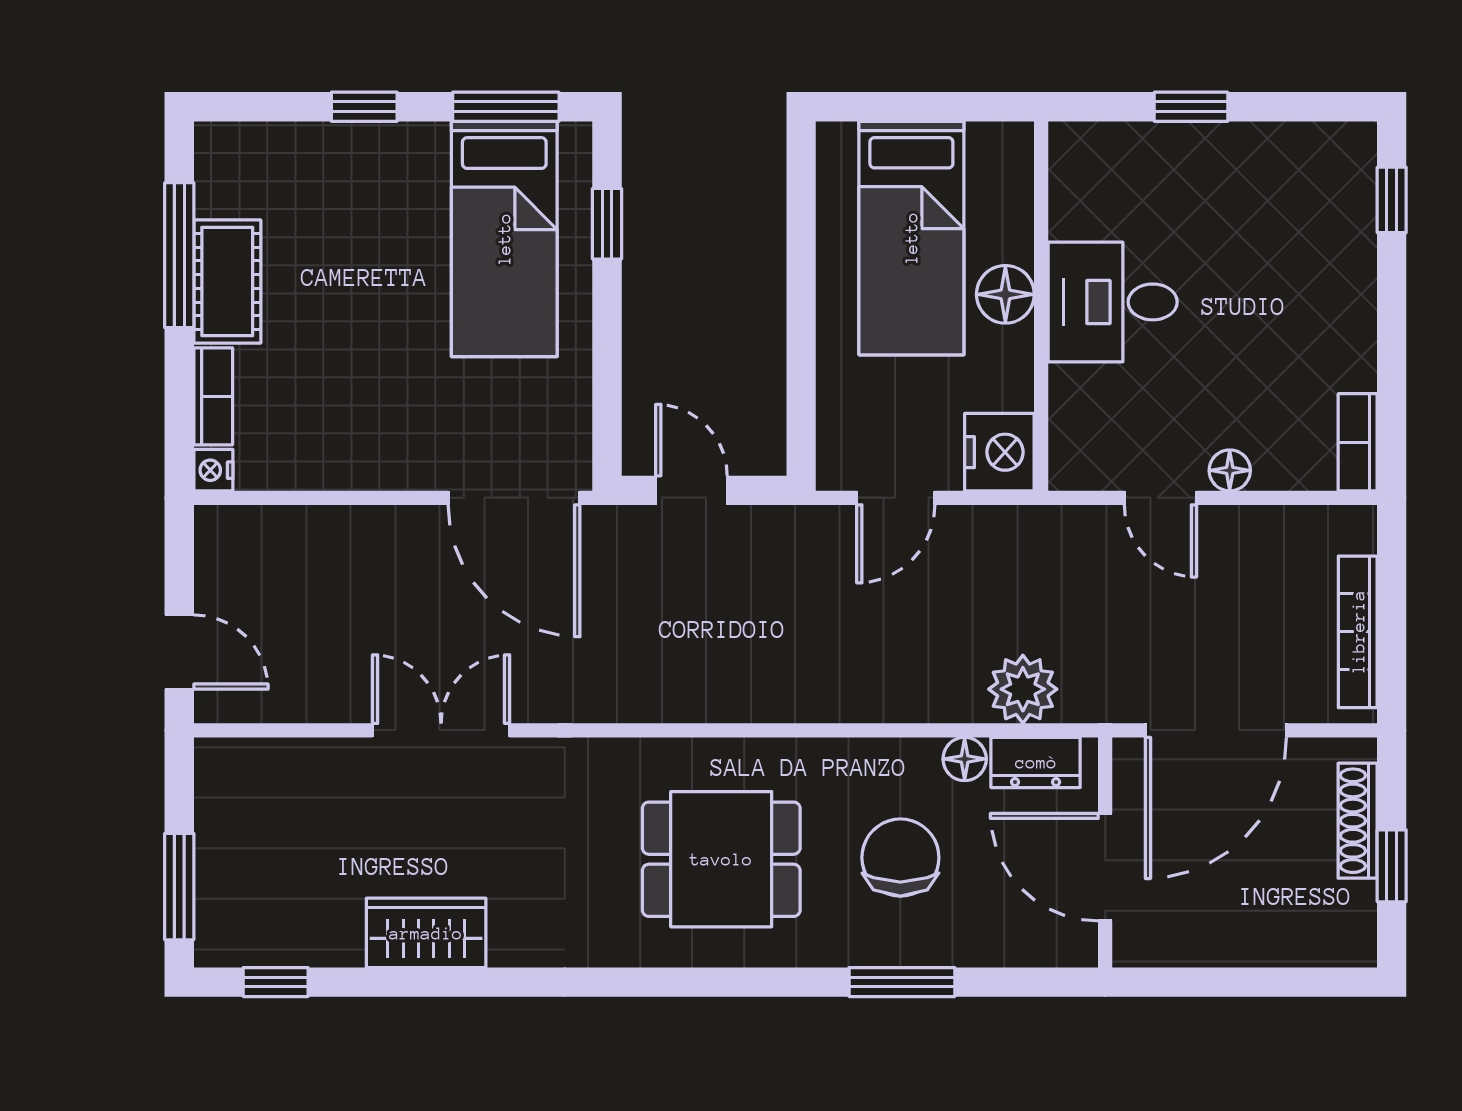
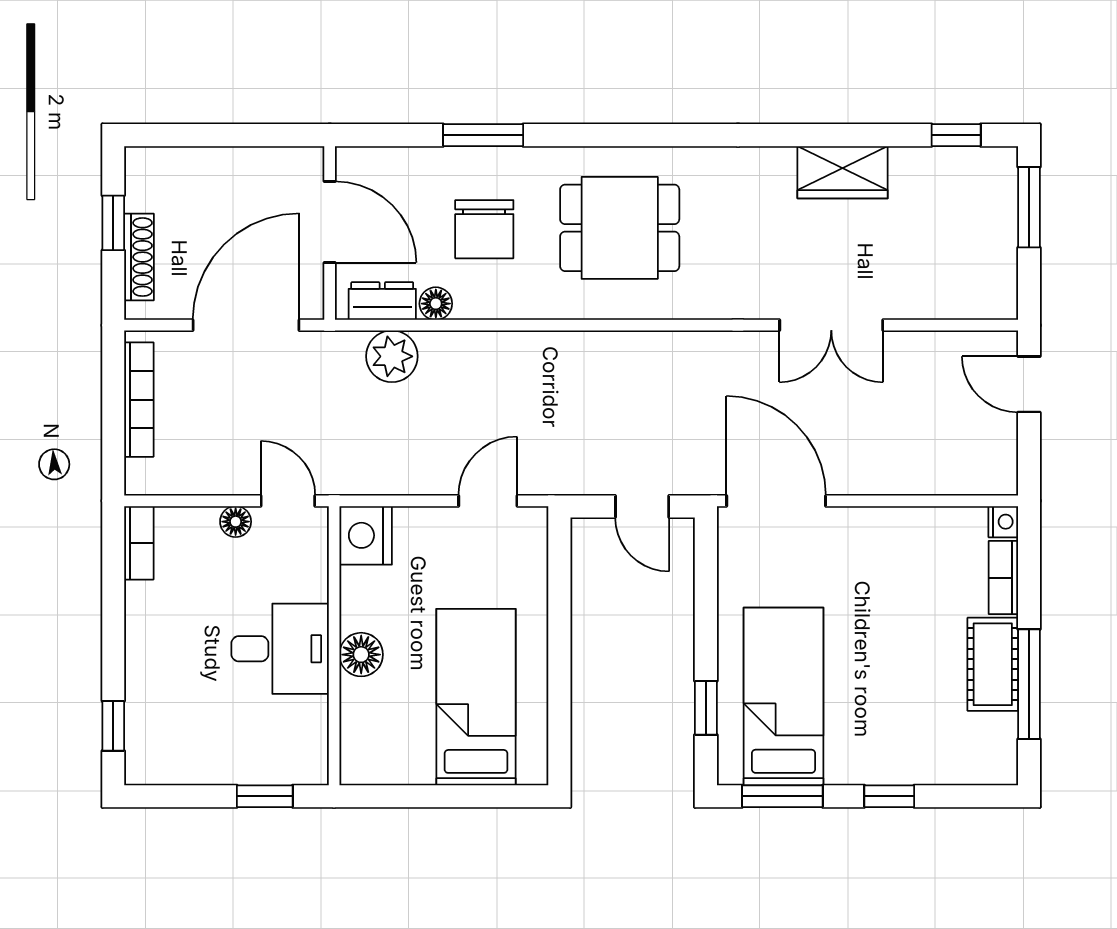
floor lamp: (1005, 294) -> (361, 655), moved
desk: (1113, 302) -> (280, 649), moved
wall: (1041, 306) -> (334, 646), moved
nightstand: (999, 452) -> (366, 535), moved

